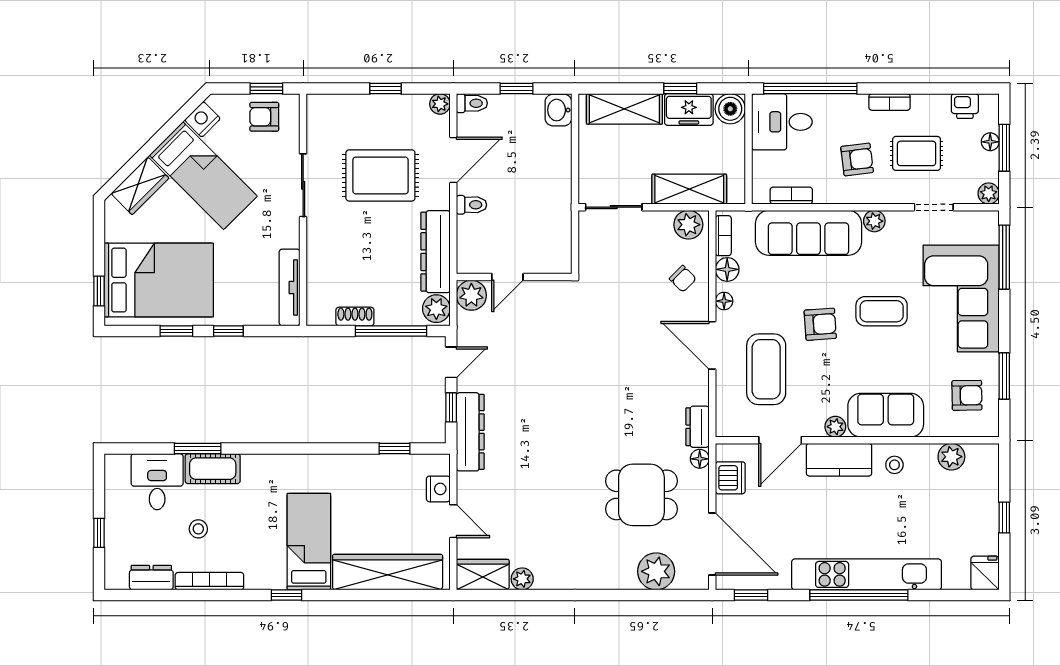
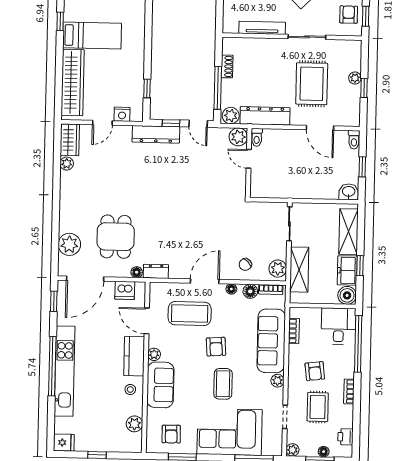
plant: (440, 104) -> (355, 78), moved
toilet: (471, 205) -> (257, 137), moved
tv unit: (290, 287) -> (262, 28), moved

